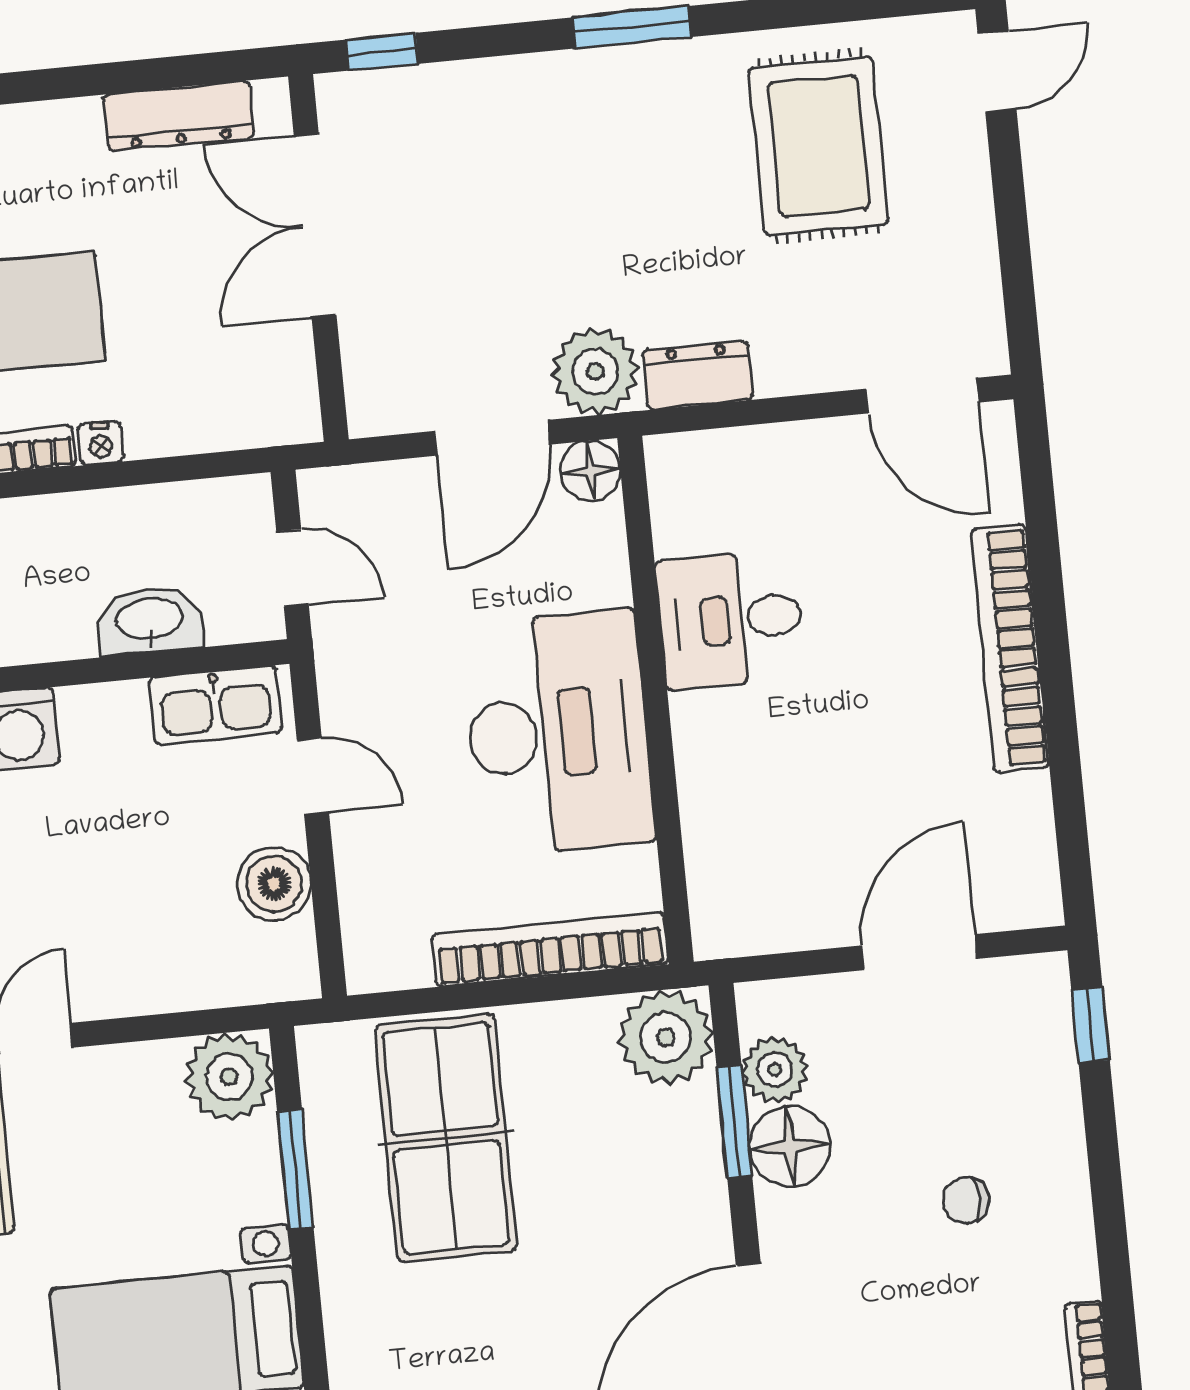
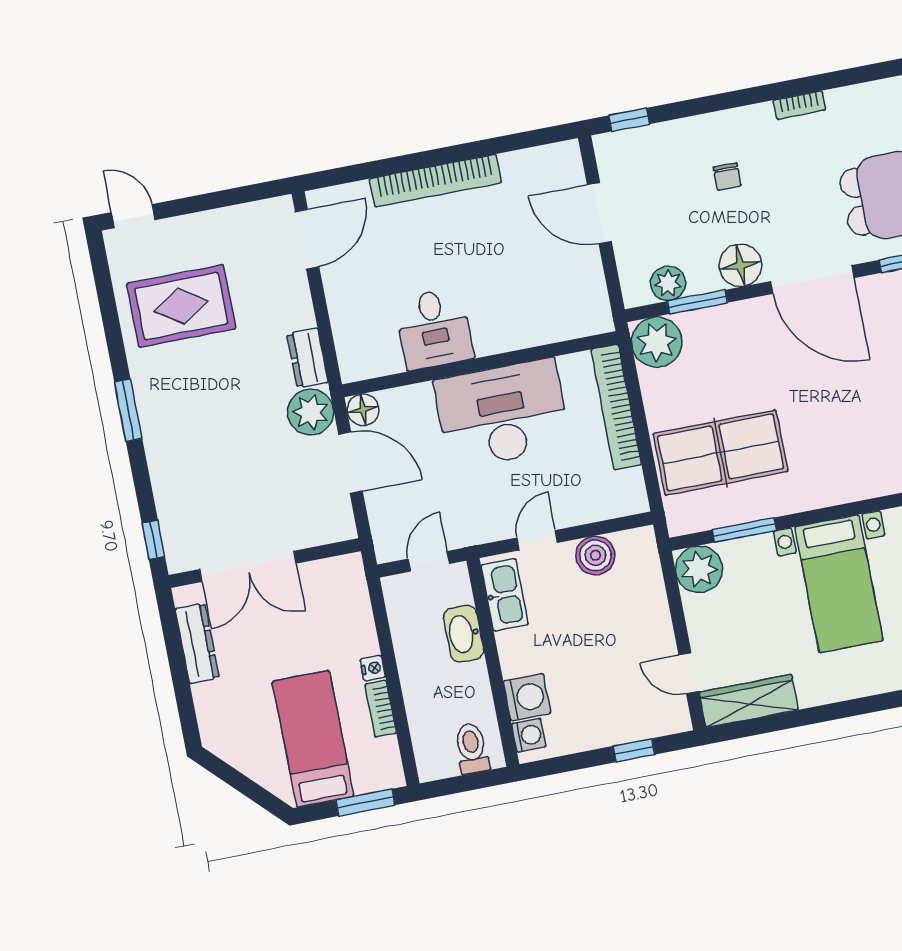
floor lamp: (790, 1147) -> (740, 265), moved

